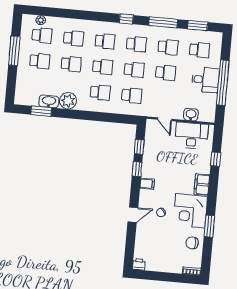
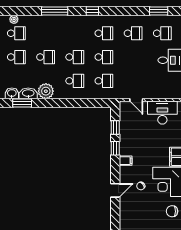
window: (163, 22) -> (55, 11), moved
school desk: (74, 38) -> (46, 33), removed
school desk: (105, 41) -> (75, 33), removed
school desk: (166, 73) -> (133, 57), removed
washbasin: (191, 115) -> (12, 93), moved

